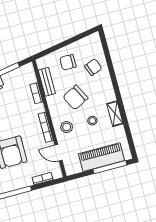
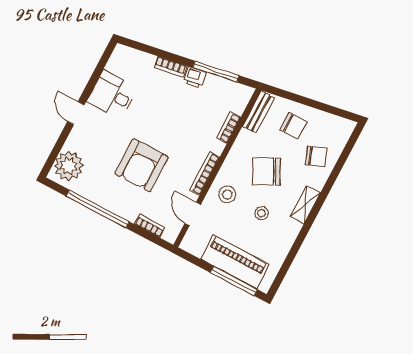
chair: (68, 62) -> (294, 126), turned 180
bench: (47, 82) -> (258, 112), moved
shelving: (115, 114) -> (305, 205), moved

